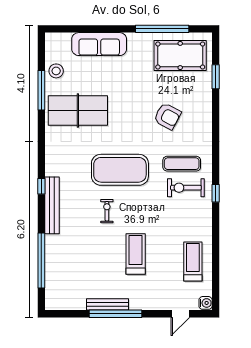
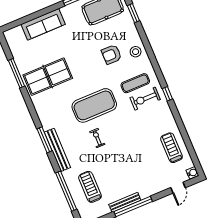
stool: (56, 71) -> (136, 52), moved
armchair: (167, 116) -> (111, 54), turned 152
window: (41, 186) -> (45, 140), width x2.17
treadmill: (136, 254) -> (90, 187), moved

